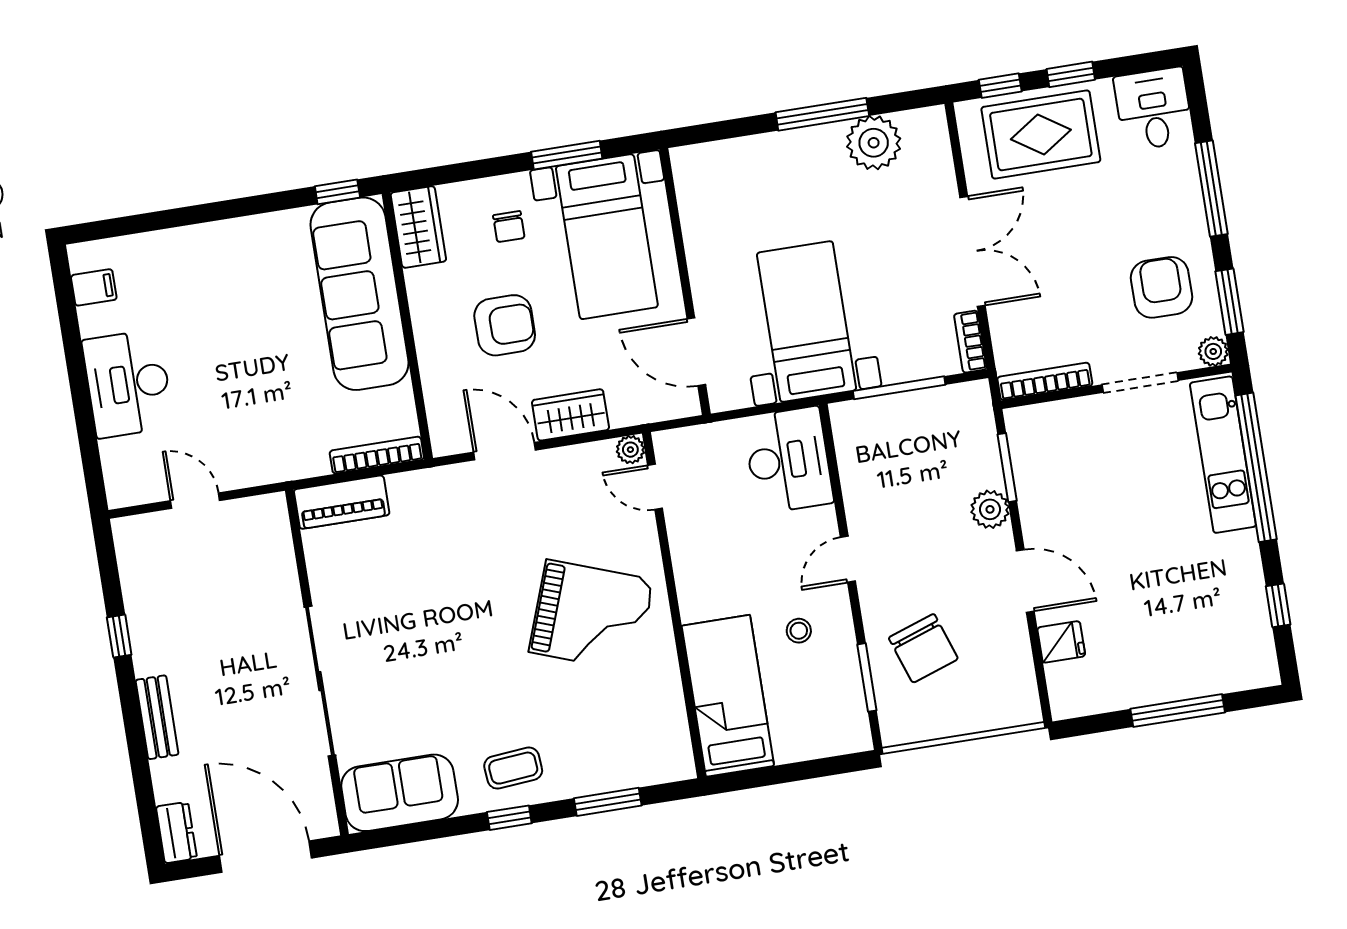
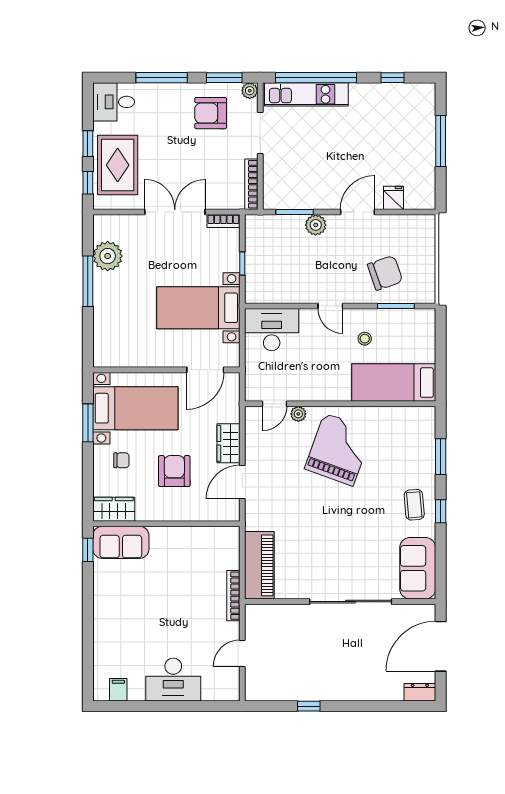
sofa: (360, 294) -> (121, 542), width x0.54, depth x0.79
window: (899, 388) -> (242, 263), width x0.46
plant: (630, 450) -> (298, 414), moved
bookcase: (377, 455) -> (233, 596), moved
piano: (342, 502) -> (259, 565), width x1.37, depth x1.33
bench: (157, 717) -> (356, 693), removed

